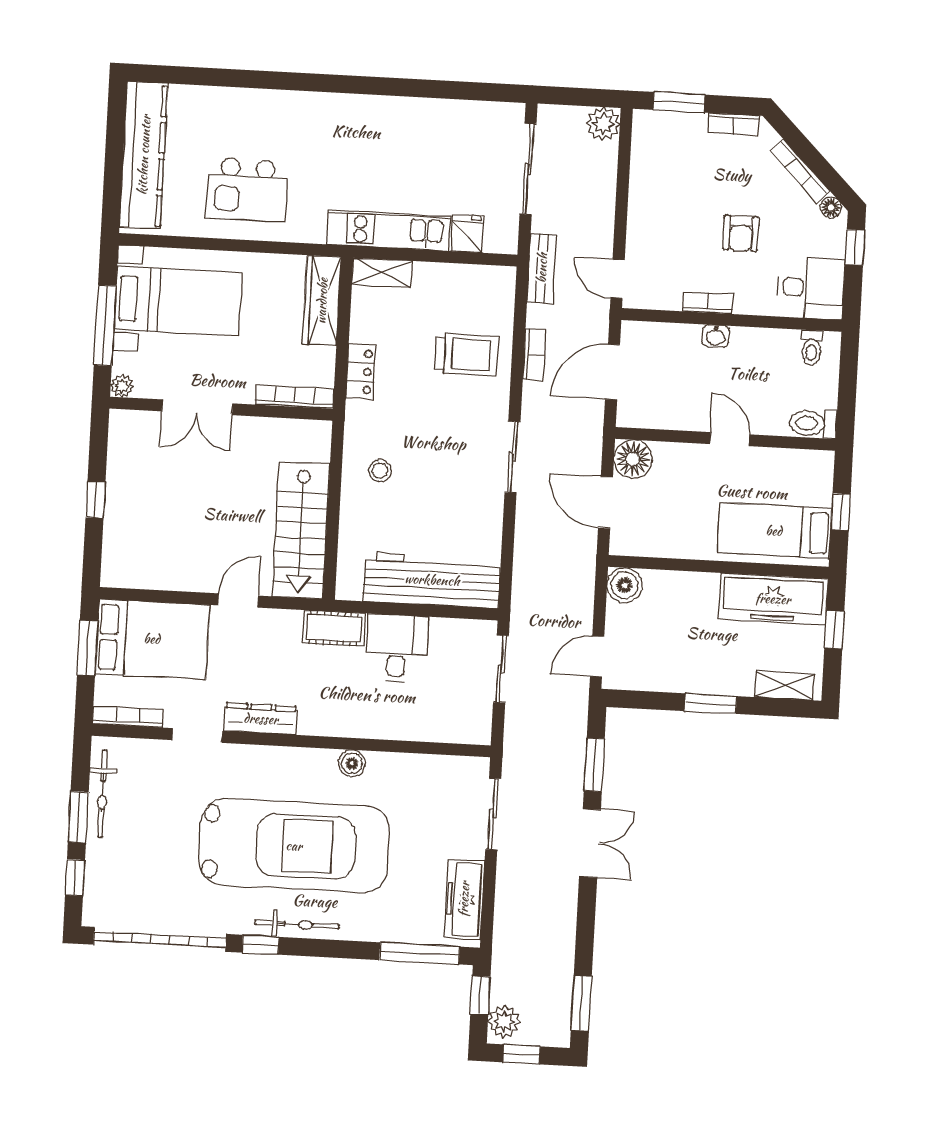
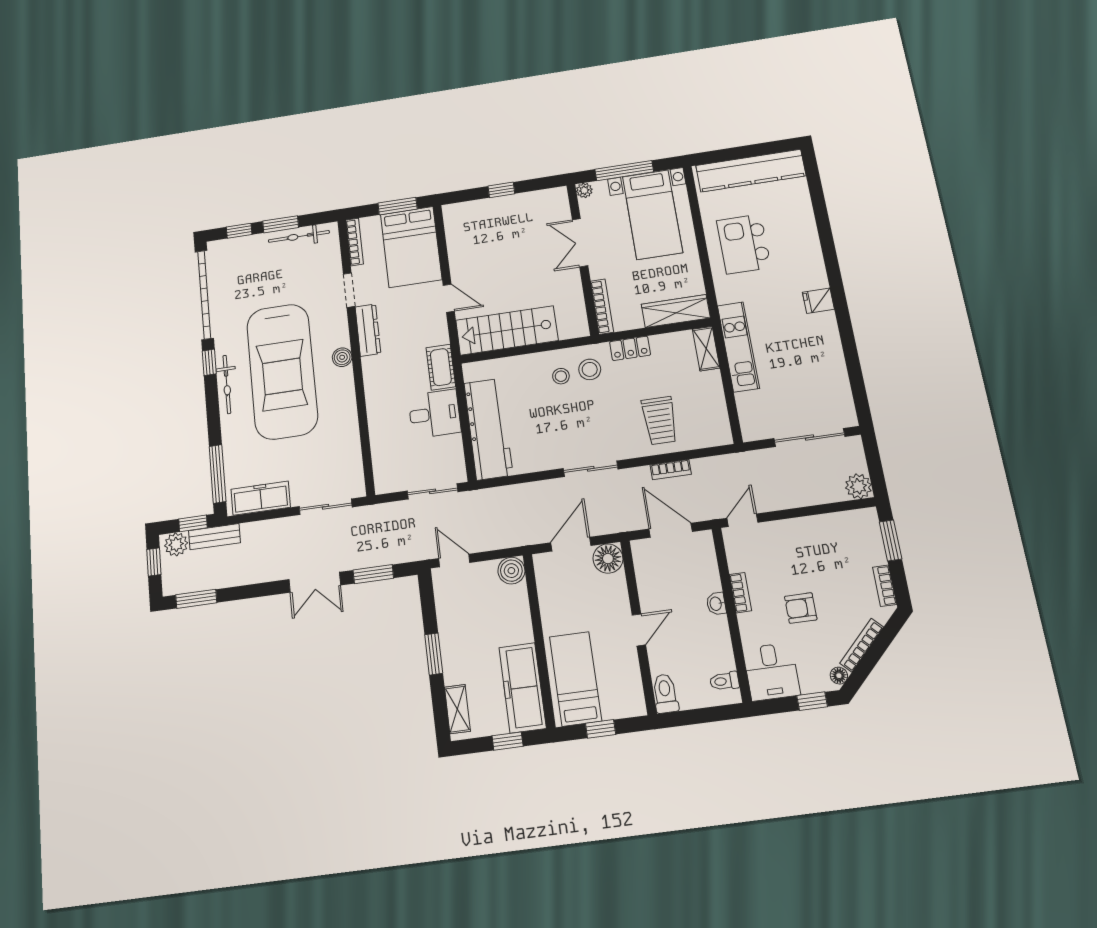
fridge: (467, 233) -> (818, 301), moved, turned 180
bench: (542, 268) -> (214, 537), moved
stool: (379, 431) -> (590, 369), added
boiler: (352, 763) -> (342, 357), moved

